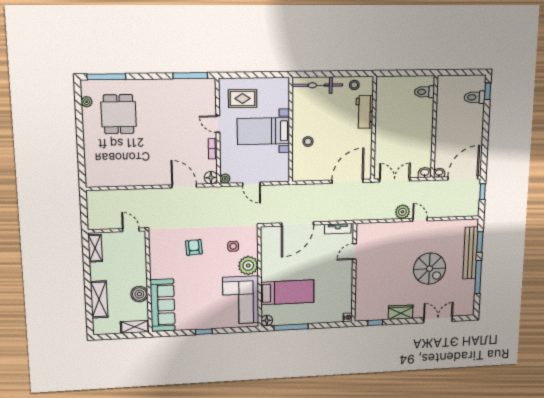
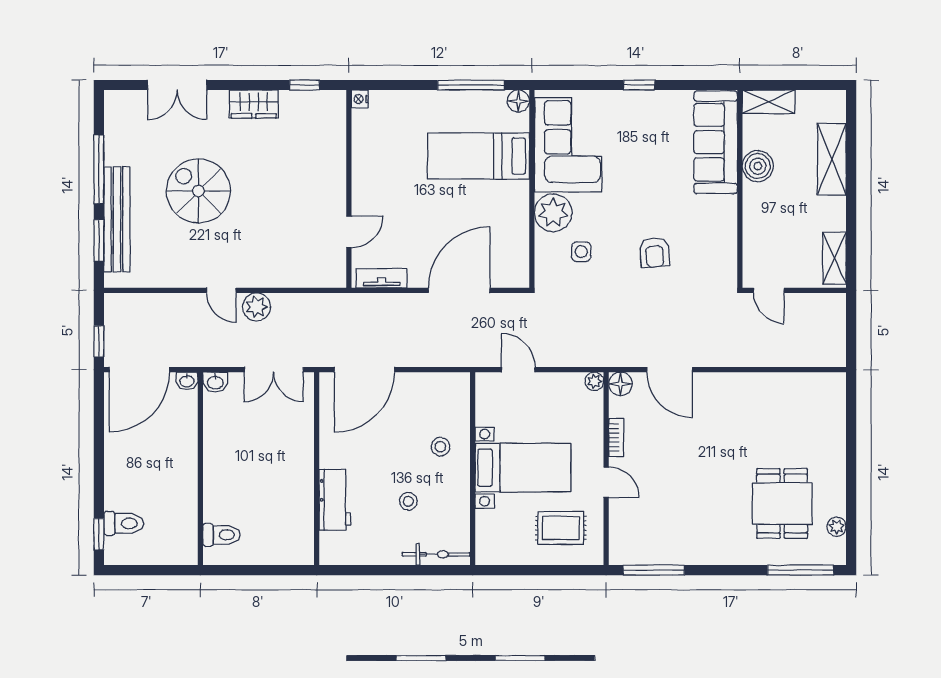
bicycle: (317, 85) -> (436, 554), width x0.73, depth x0.71
stool: (354, 85) -> (408, 501), moved
door: (251, 184) -> (518, 370), moved

